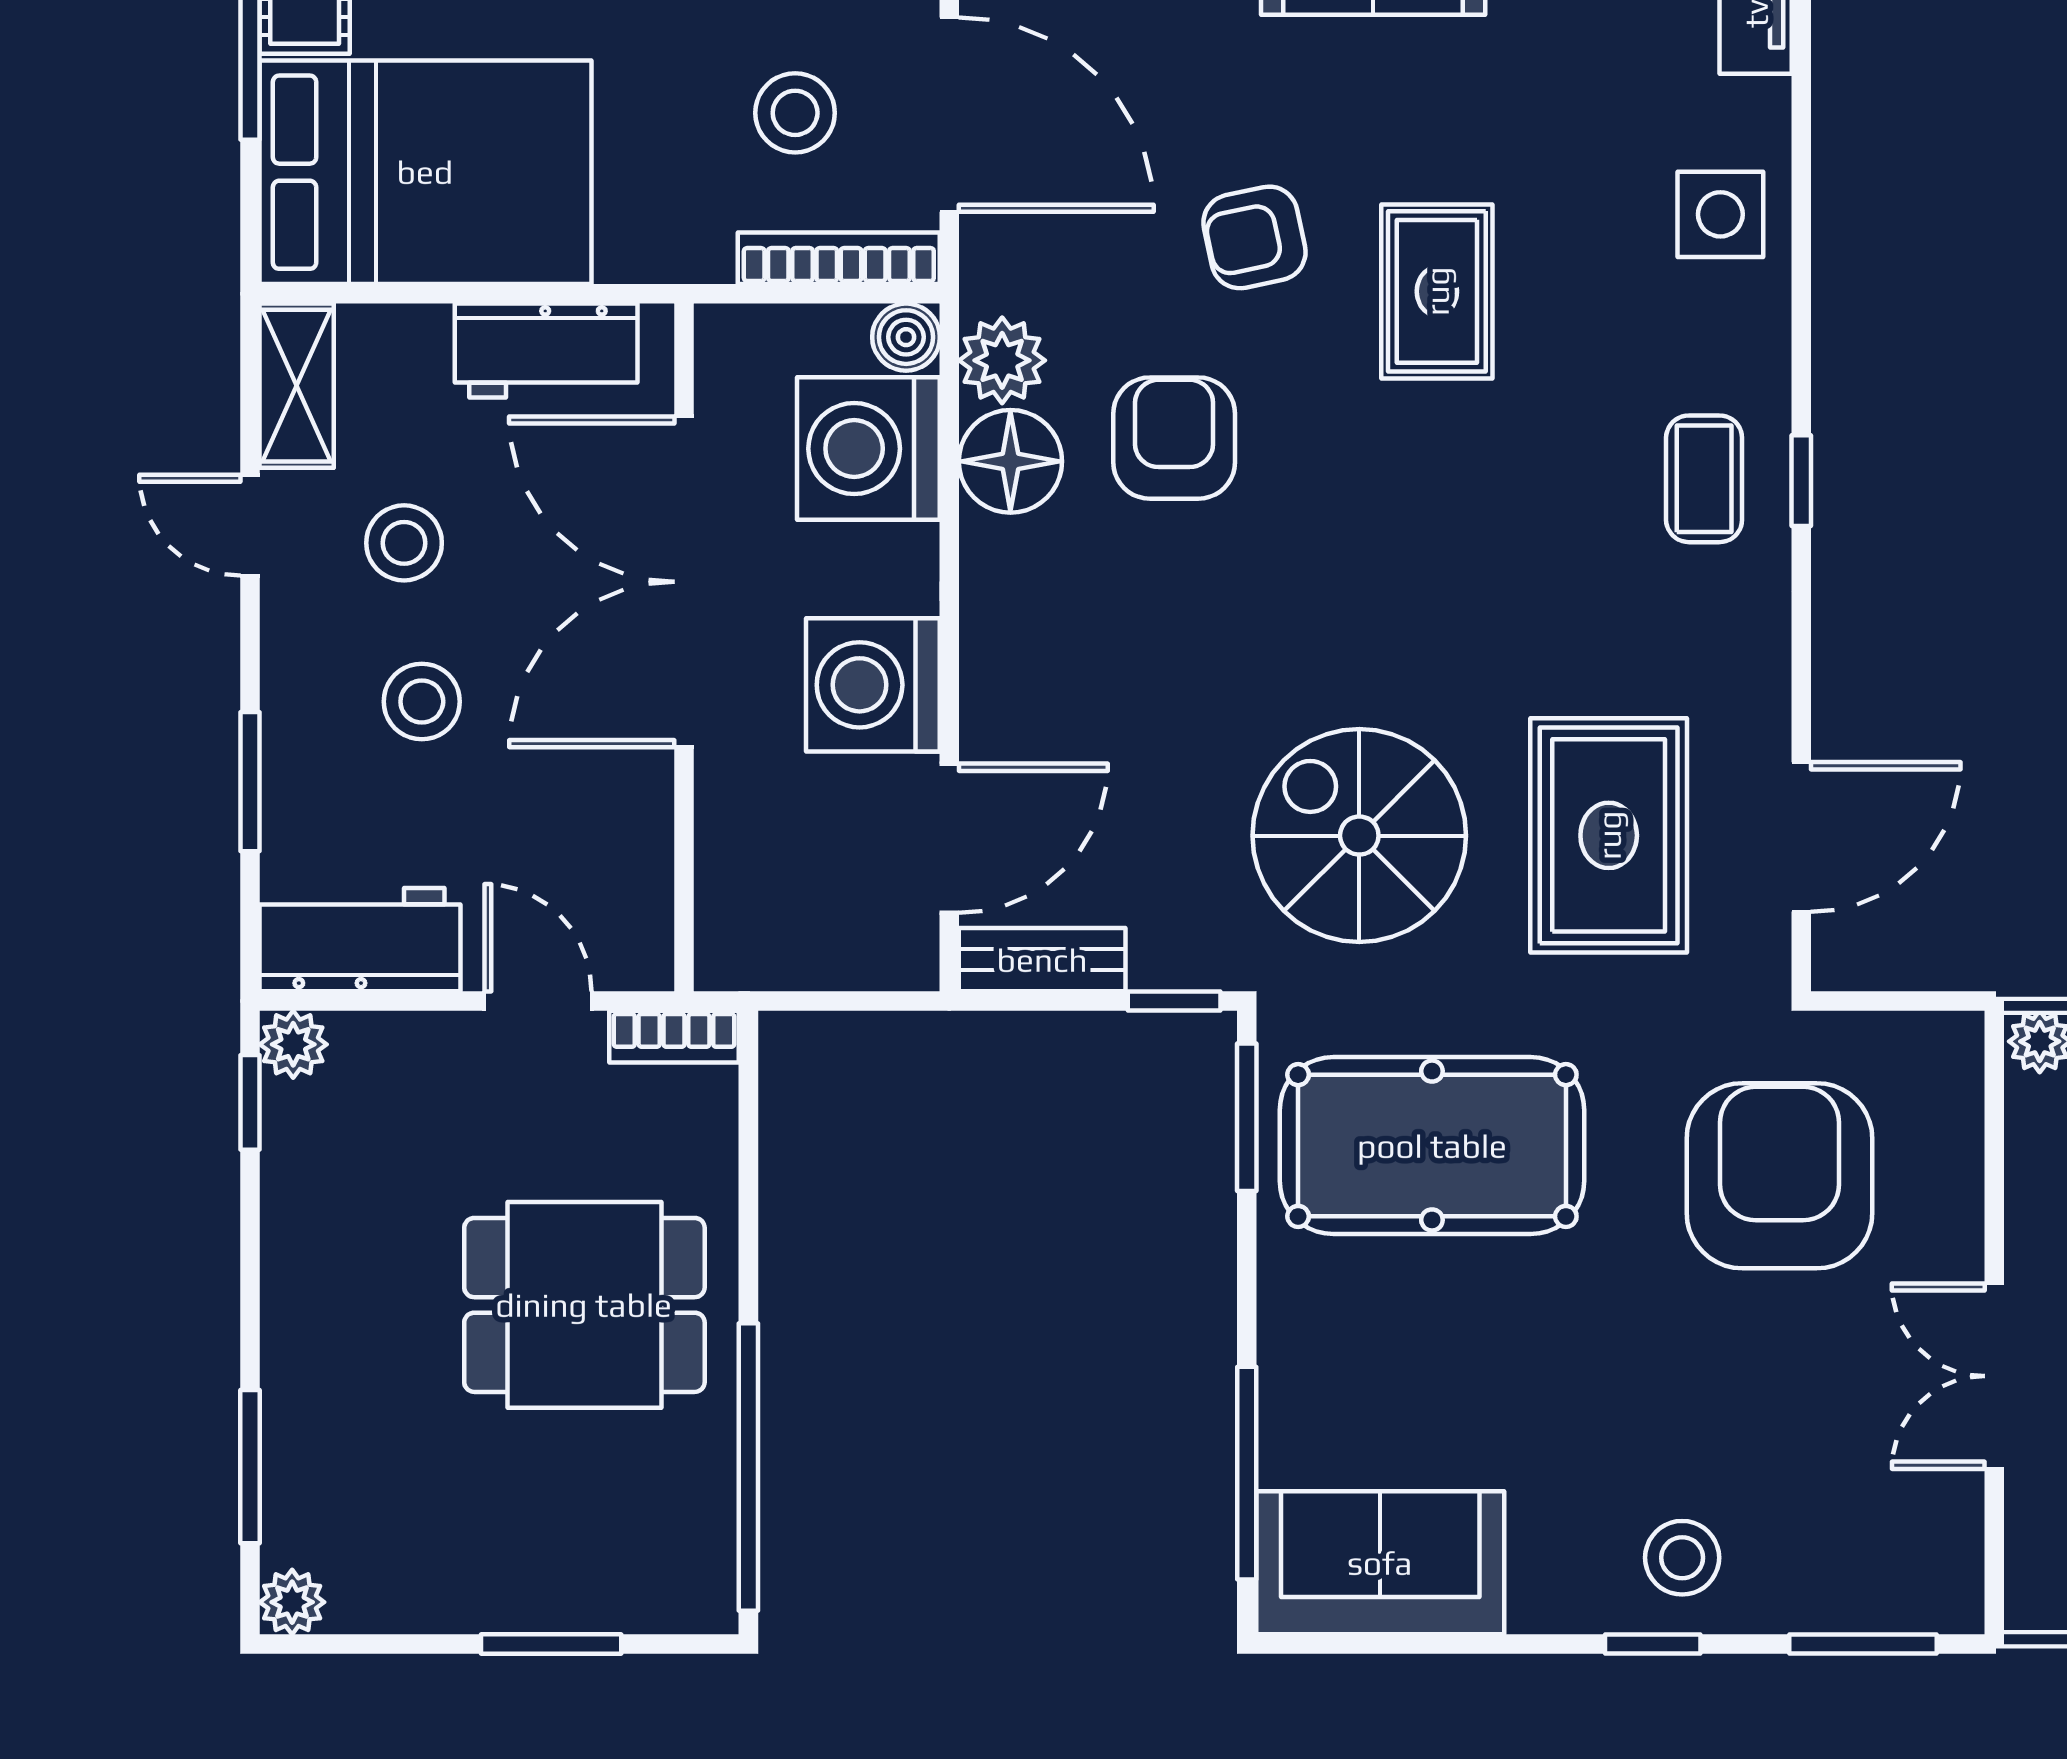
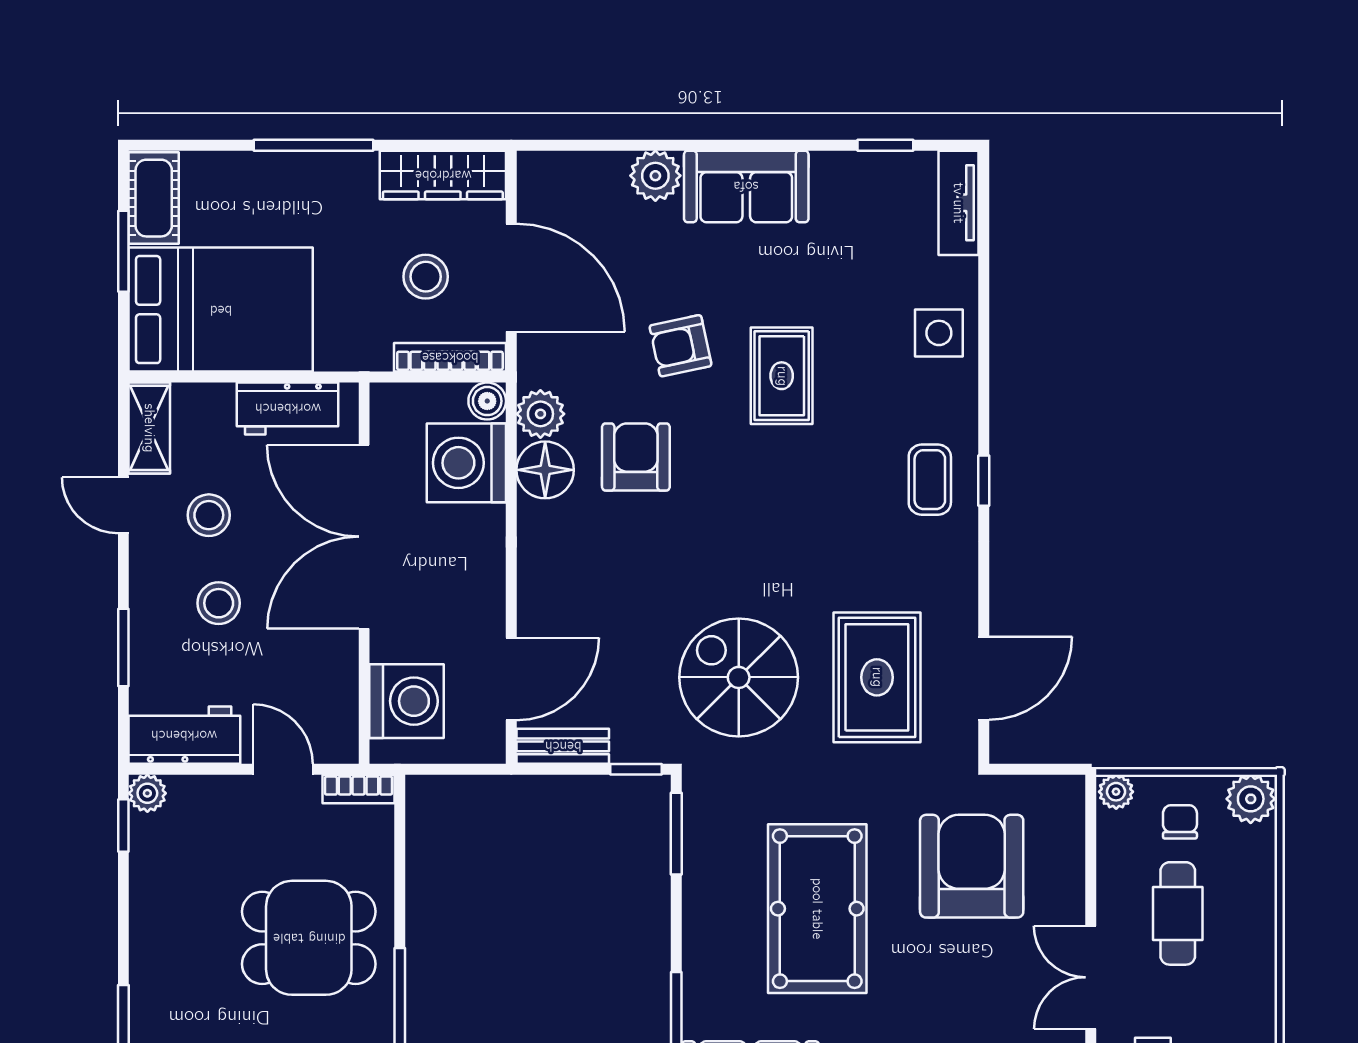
washing machine: (873, 685) -> (407, 701), moved, turned 180
pool table: (1432, 1146) -> (817, 909), moved, turned 90

